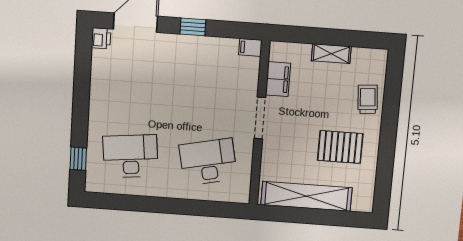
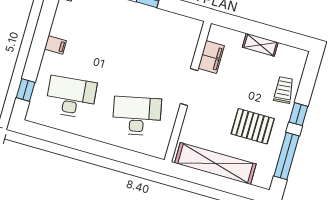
filing cabinet: (250, 47) -> (55, 45), moved, turned 180
window: (389, 123) -> (298, 114), added
window: (384, 172) -> (286, 156), added

